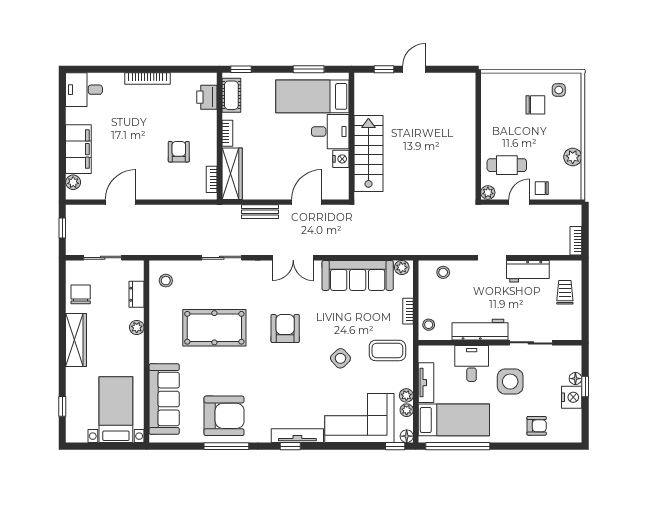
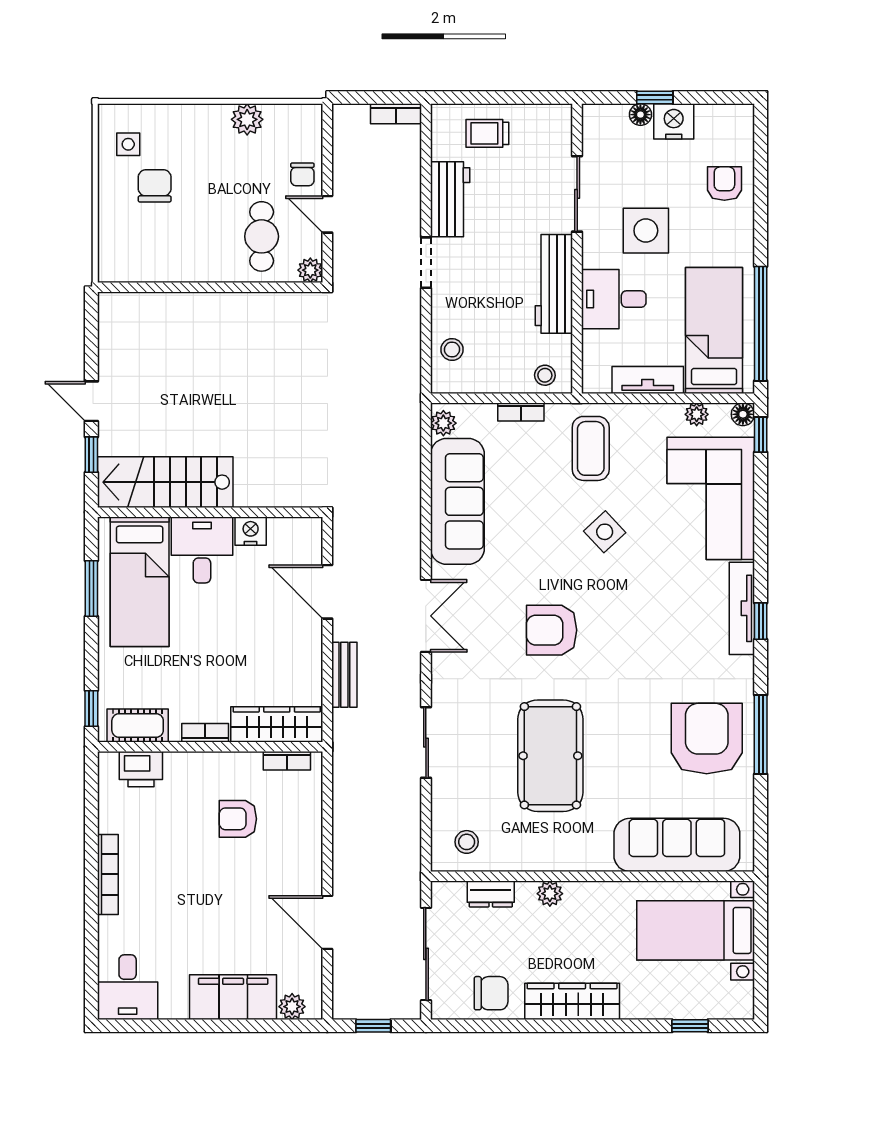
stairs: (368, 153) -> (165, 482), moved
sliding door: (103, 258) -> (426, 954), width x1.37
chair: (81, 294) -> (491, 993), turned 180
plant: (406, 395) -> (671, 415), removed

